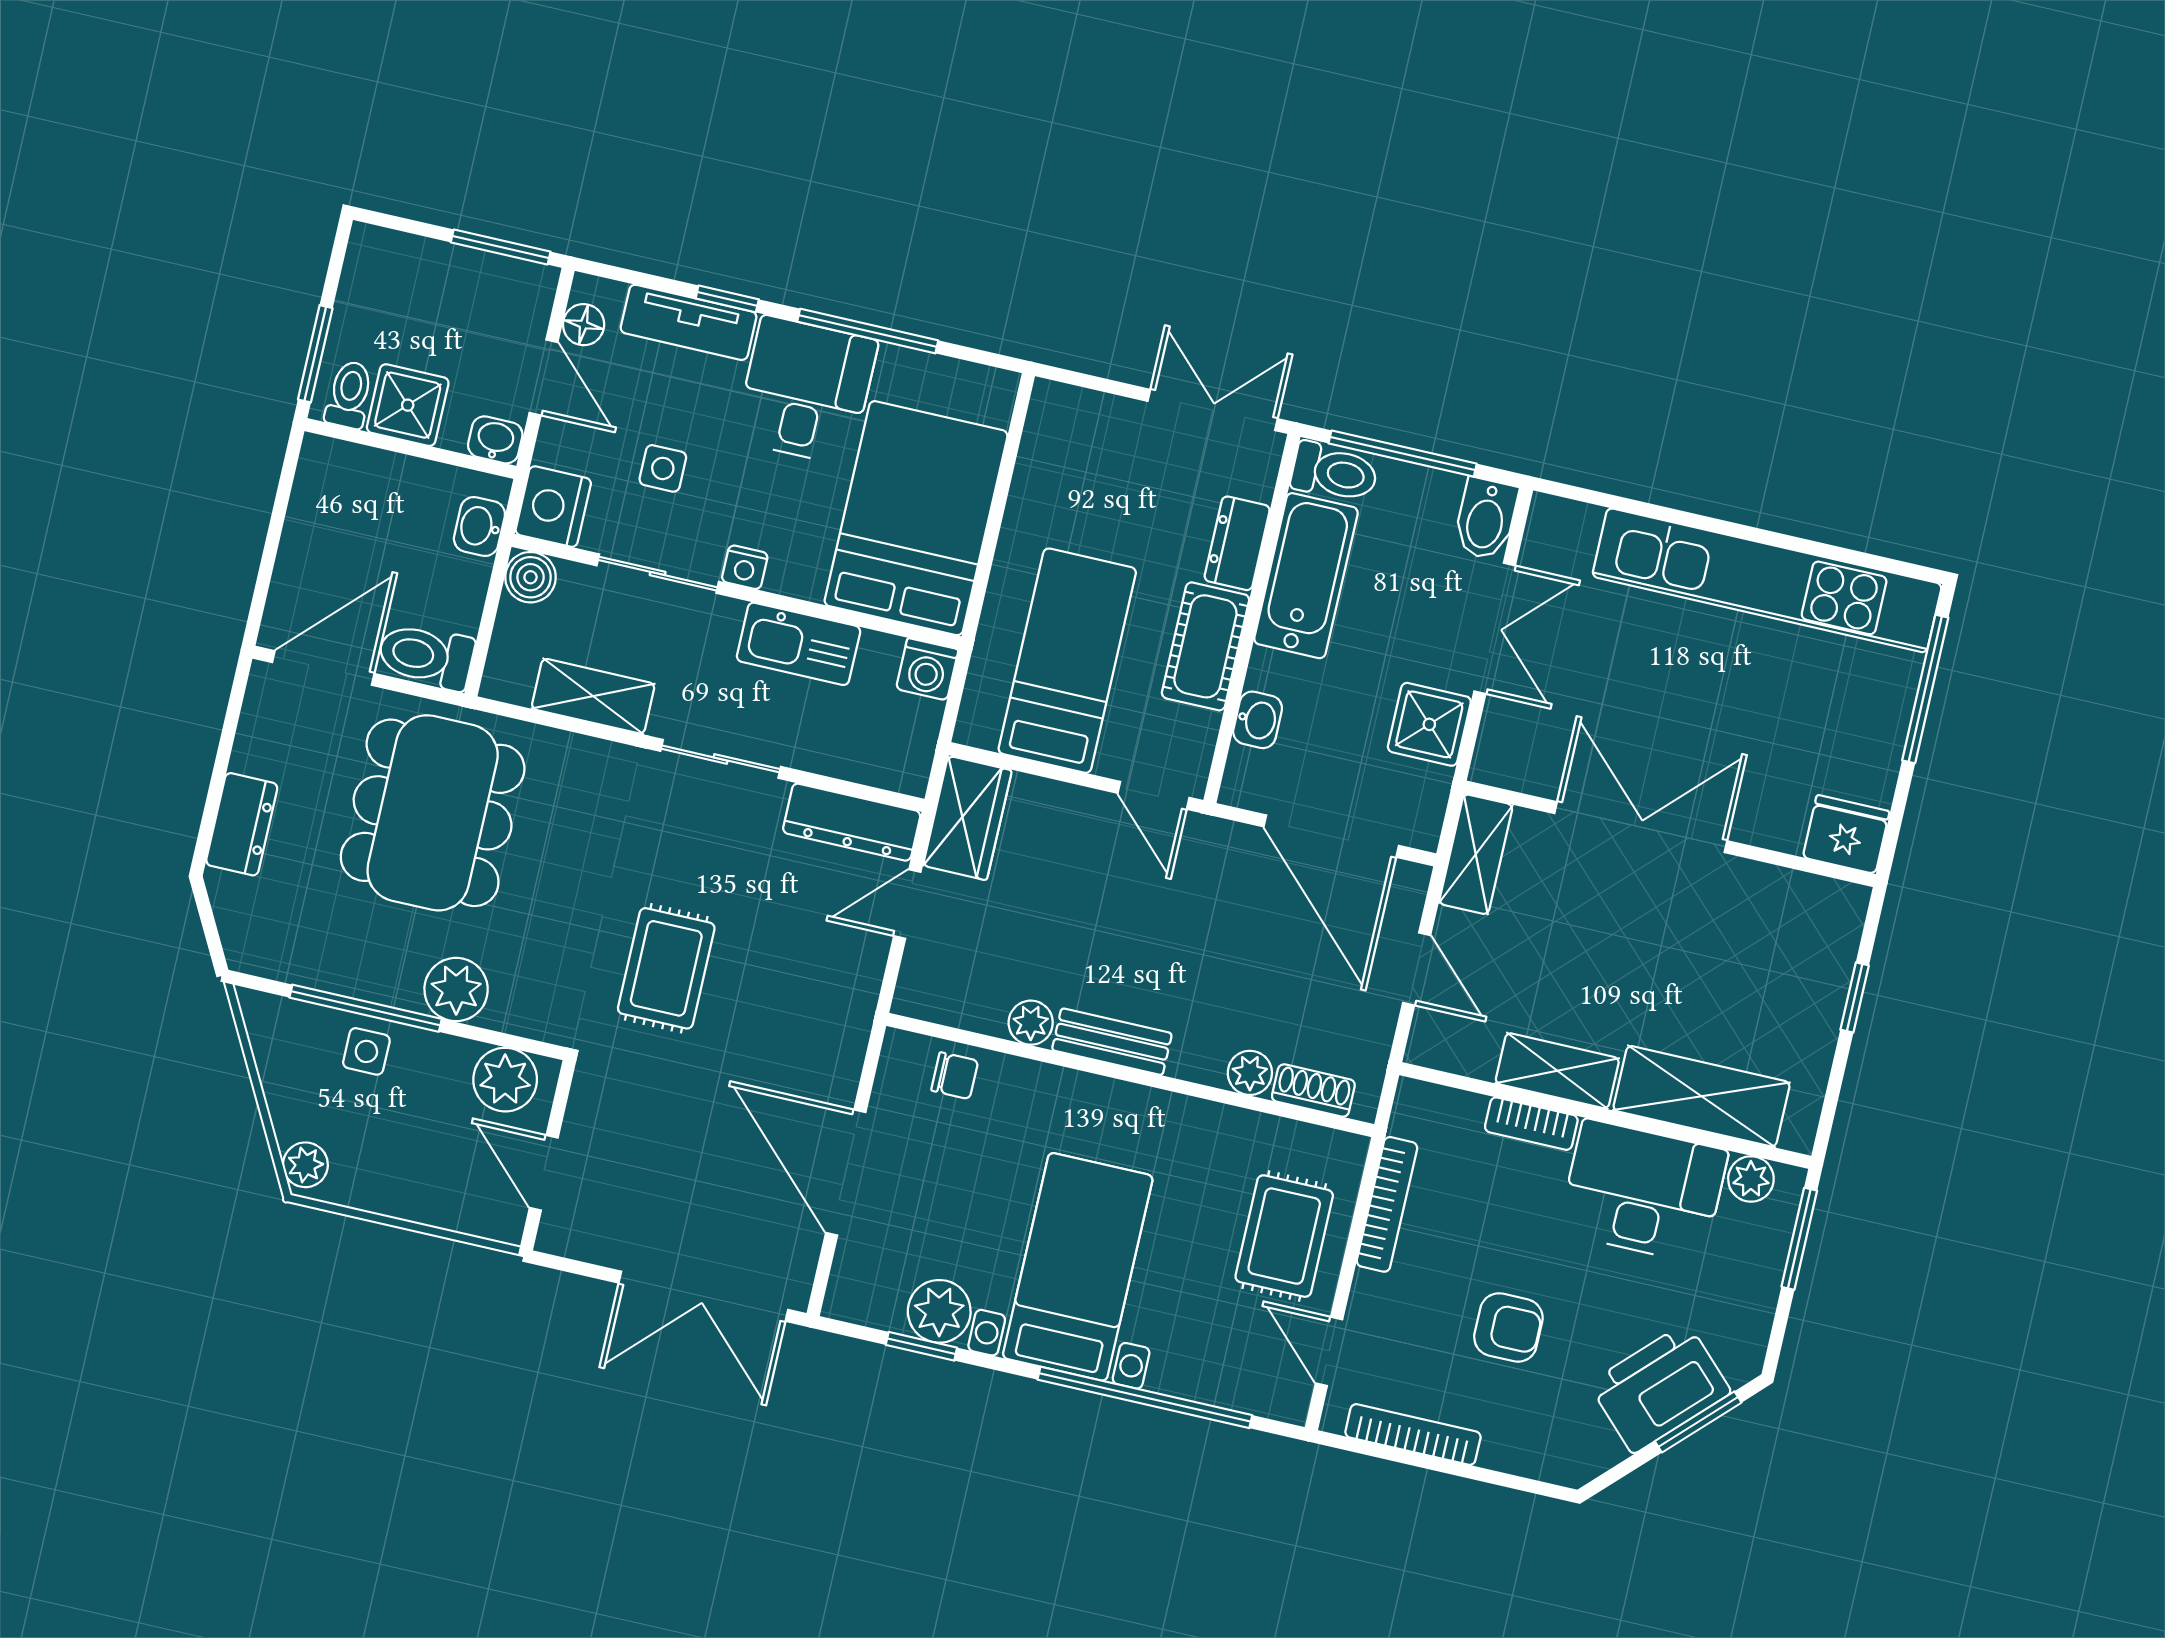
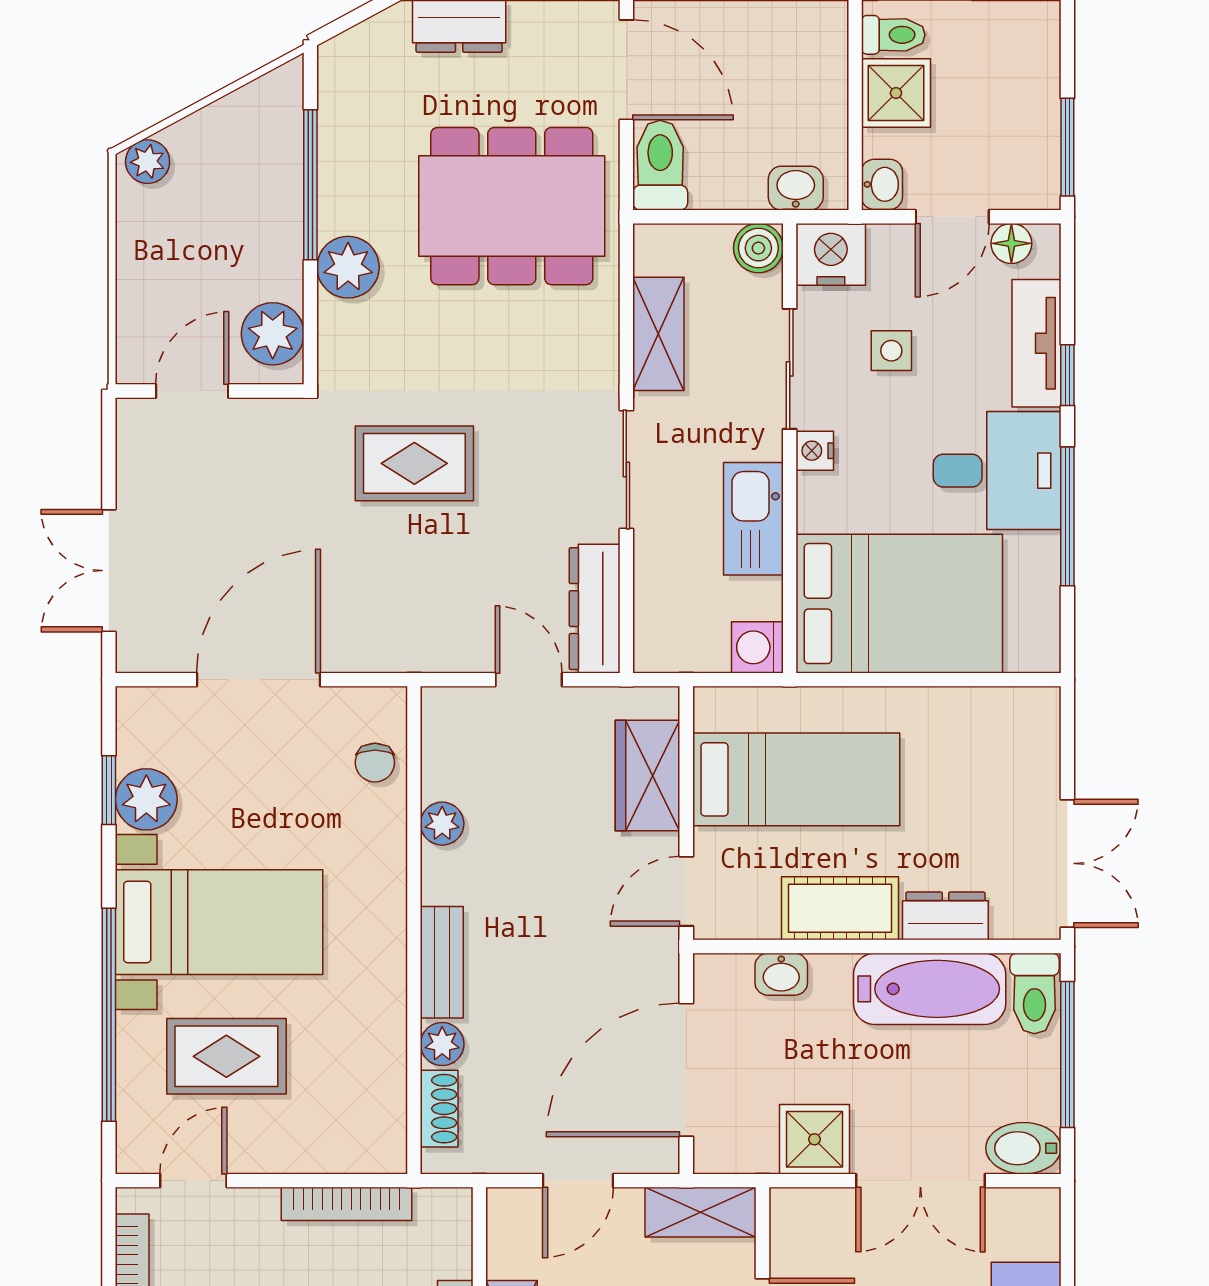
wardrobe: (967, 818) -> (648, 776), moved, turned 90
bench: (1112, 1042) -> (442, 962), moved
side table: (366, 1051) -> (269, 195), removed
rug: (1284, 1236) -> (226, 1056), moved
double door: (703, 1296) -> (109, 571), width x0.73

